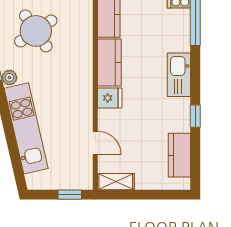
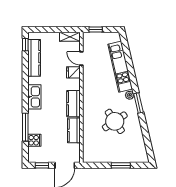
fridge: (110, 98) -> (73, 72), moved
window: (195, 116) -> (25, 45), moved
kitchen counter: (179, 155) -> (34, 58), width x1.50

